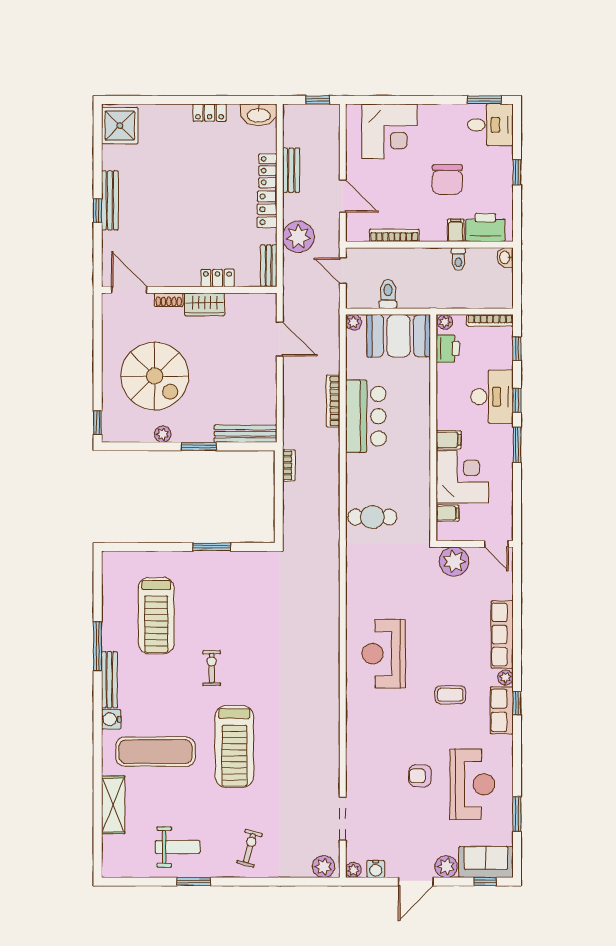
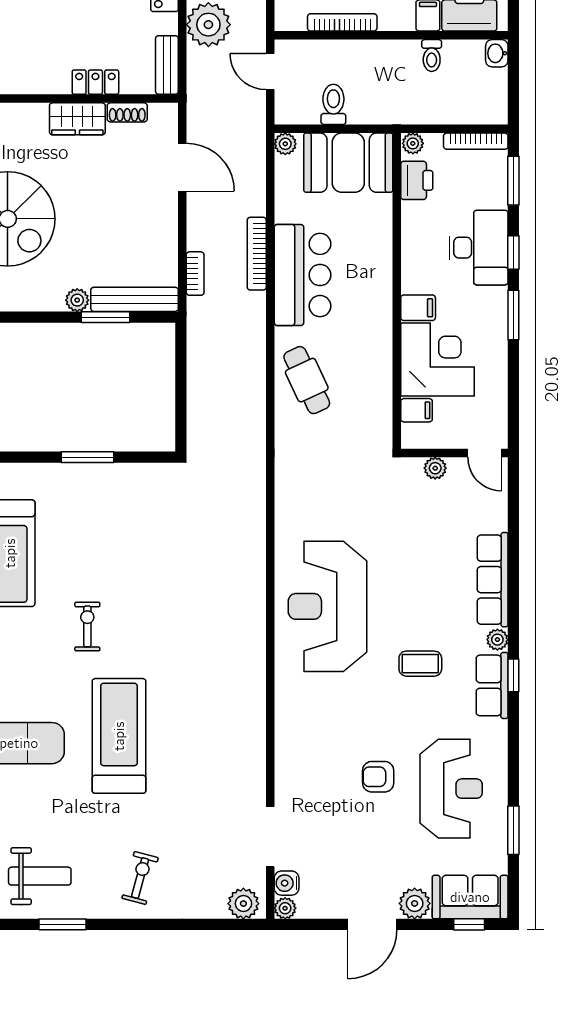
shoe rack: (169, 300) -> (127, 112), moved
window: (517, 349) -> (513, 181), width x1.50
plant: (163, 434) -> (77, 300), moved
window: (199, 446) -> (106, 317), moved
bookcase: (289, 465) -> (195, 274), moved
cafe table: (372, 517) -> (307, 380), moved, turned 65
plant: (454, 562) -> (435, 468), width x0.53, depth x0.53
reception desk: (384, 654) -> (328, 606), width x1.36, depth x1.30
treadmill: (234, 747) -> (119, 736), turned 180
water cooler: (376, 869) -> (287, 883), moved, turned 90

